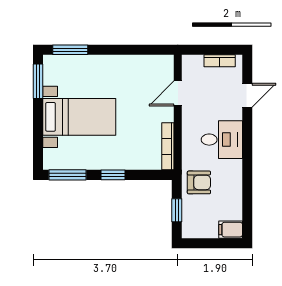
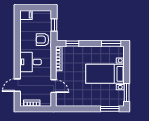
door: (178, 93) -> (54, 86), hinge flipped
window: (113, 175) -> (72, 44), moved

